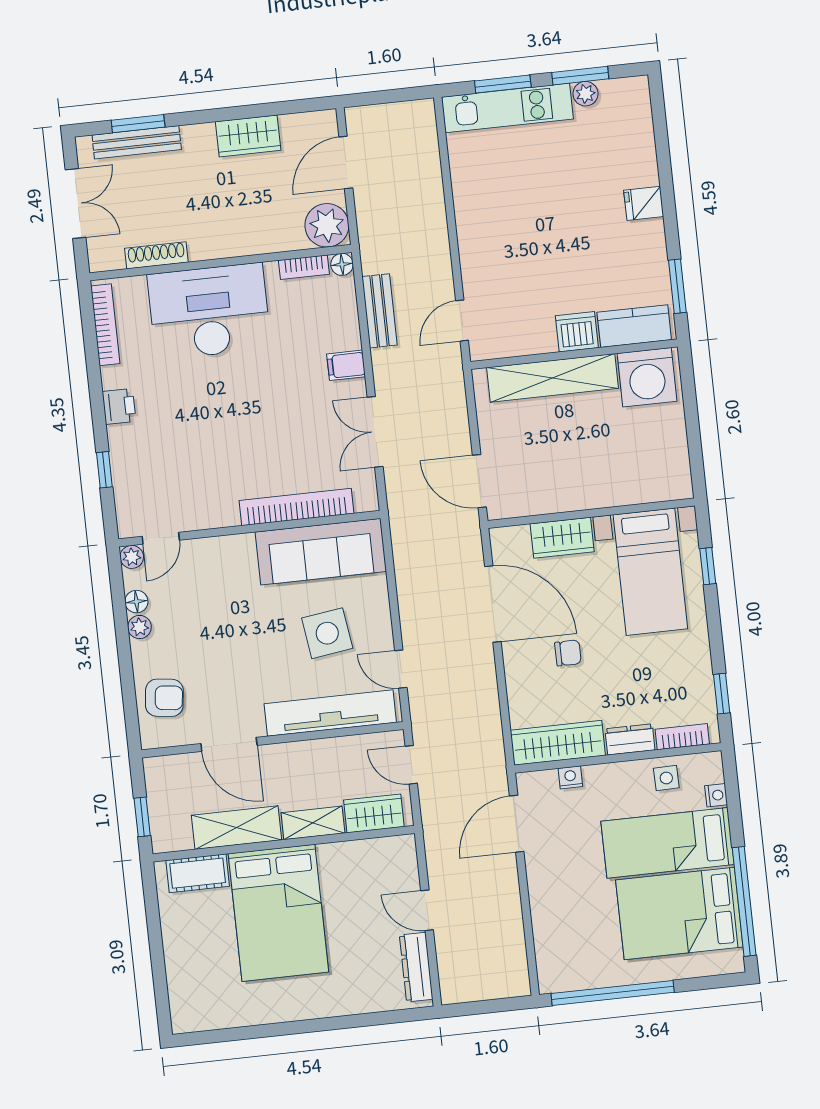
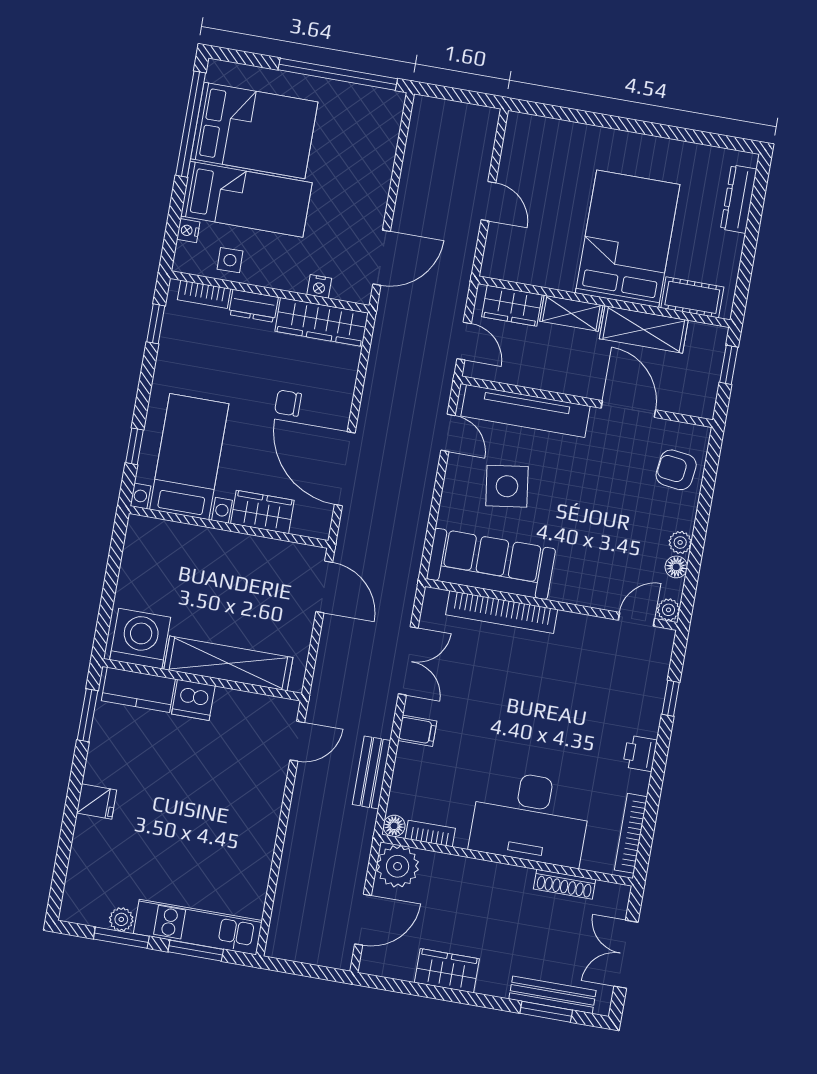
dresser: (416, 967) -> (739, 199), moved, turned 180

